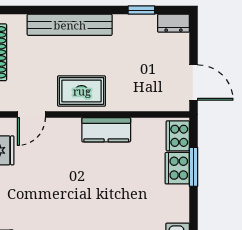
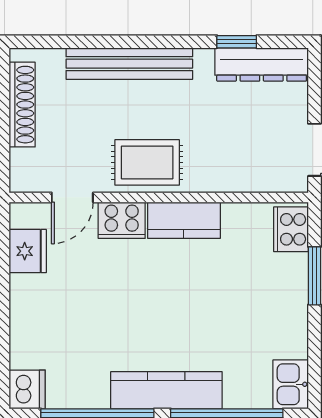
dresser: (173, 23) -> (262, 65), width x1.96, depth x1.24
cooker: (177, 168) -> (122, 220), moved, turned -90

